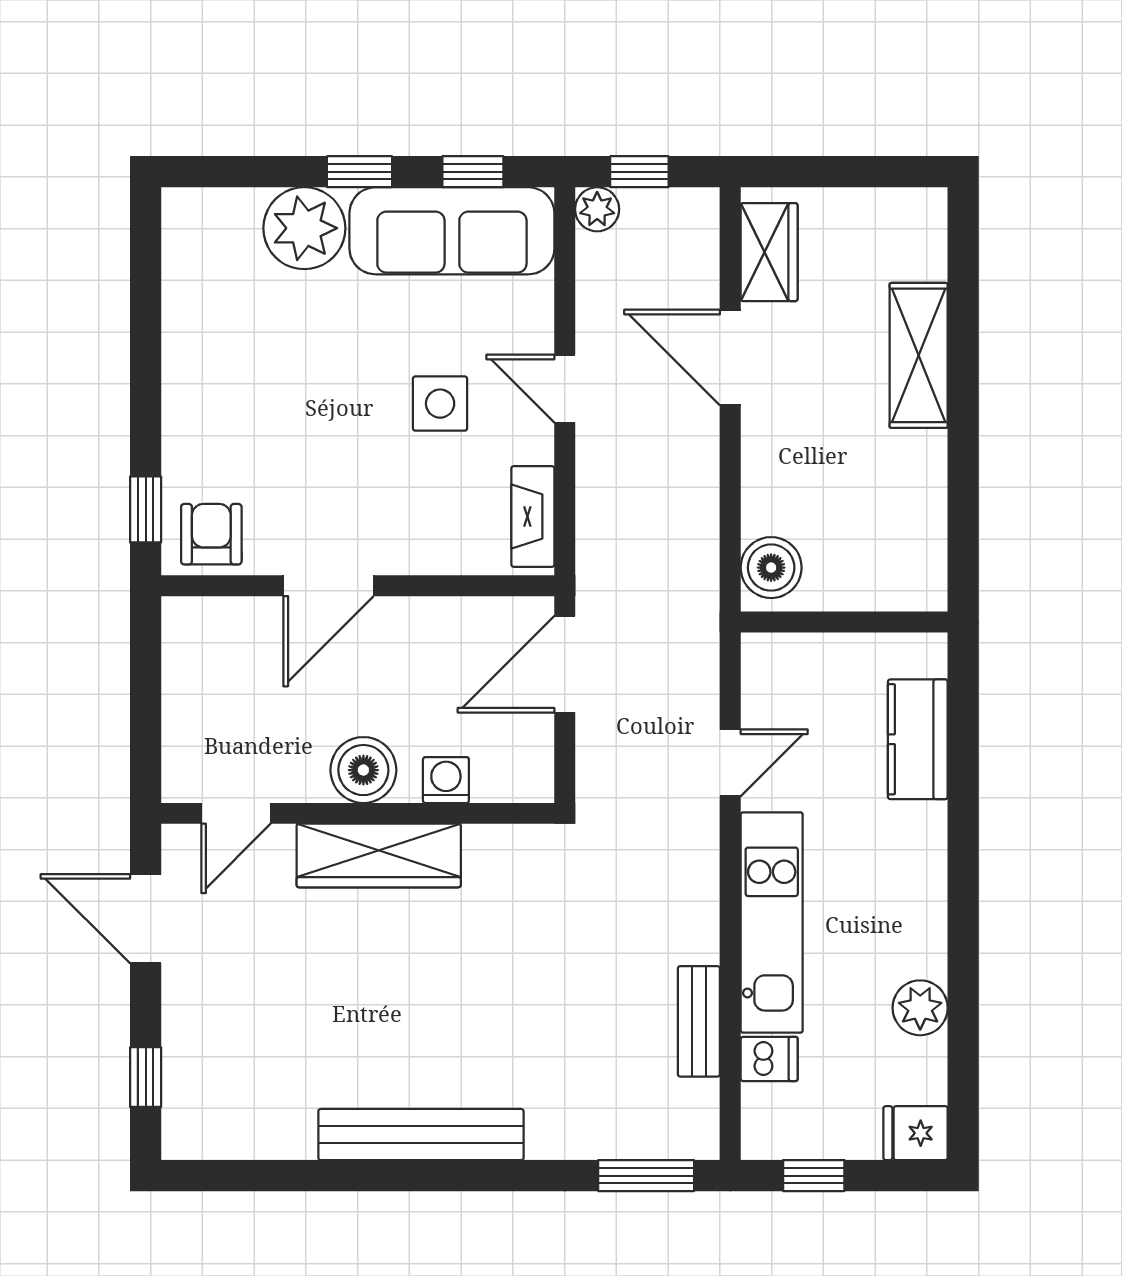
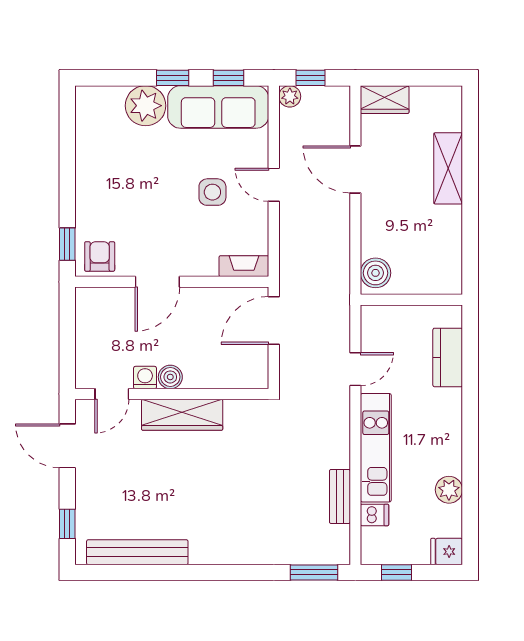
wardrobe: (769, 252) -> (385, 100), moved, turned 90
fireplace: (533, 516) -> (244, 266), moved, turned 90
boiler: (363, 770) -> (170, 377), width x0.73, depth x0.73
washing machine: (446, 780) -> (145, 378), moved
bench: (421, 1135) -> (137, 552), moved

